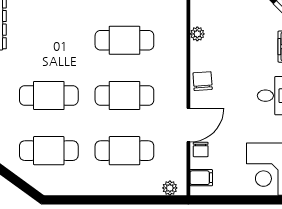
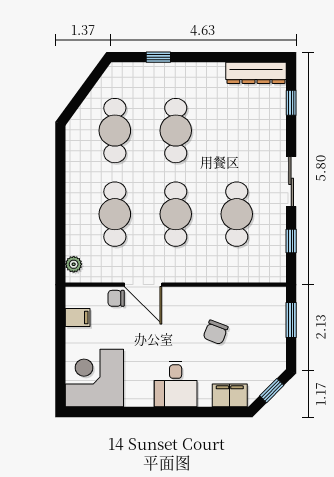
plant: (197, 34) -> (244, 295), removed
chair: (203, 81) -> (216, 332), moved, turned 115
filing cabinet: (201, 178) -> (78, 317), moved, turned -90

